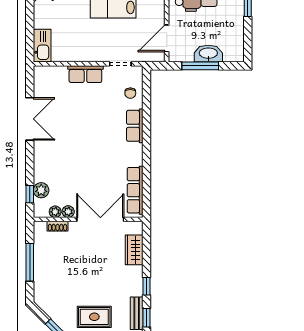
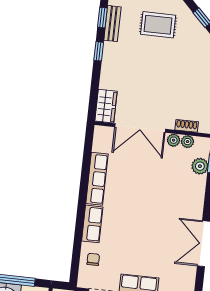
row of seats: (135, 190) -> (97, 179), moved
wardrobe: (134, 250) -> (106, 106), moved

